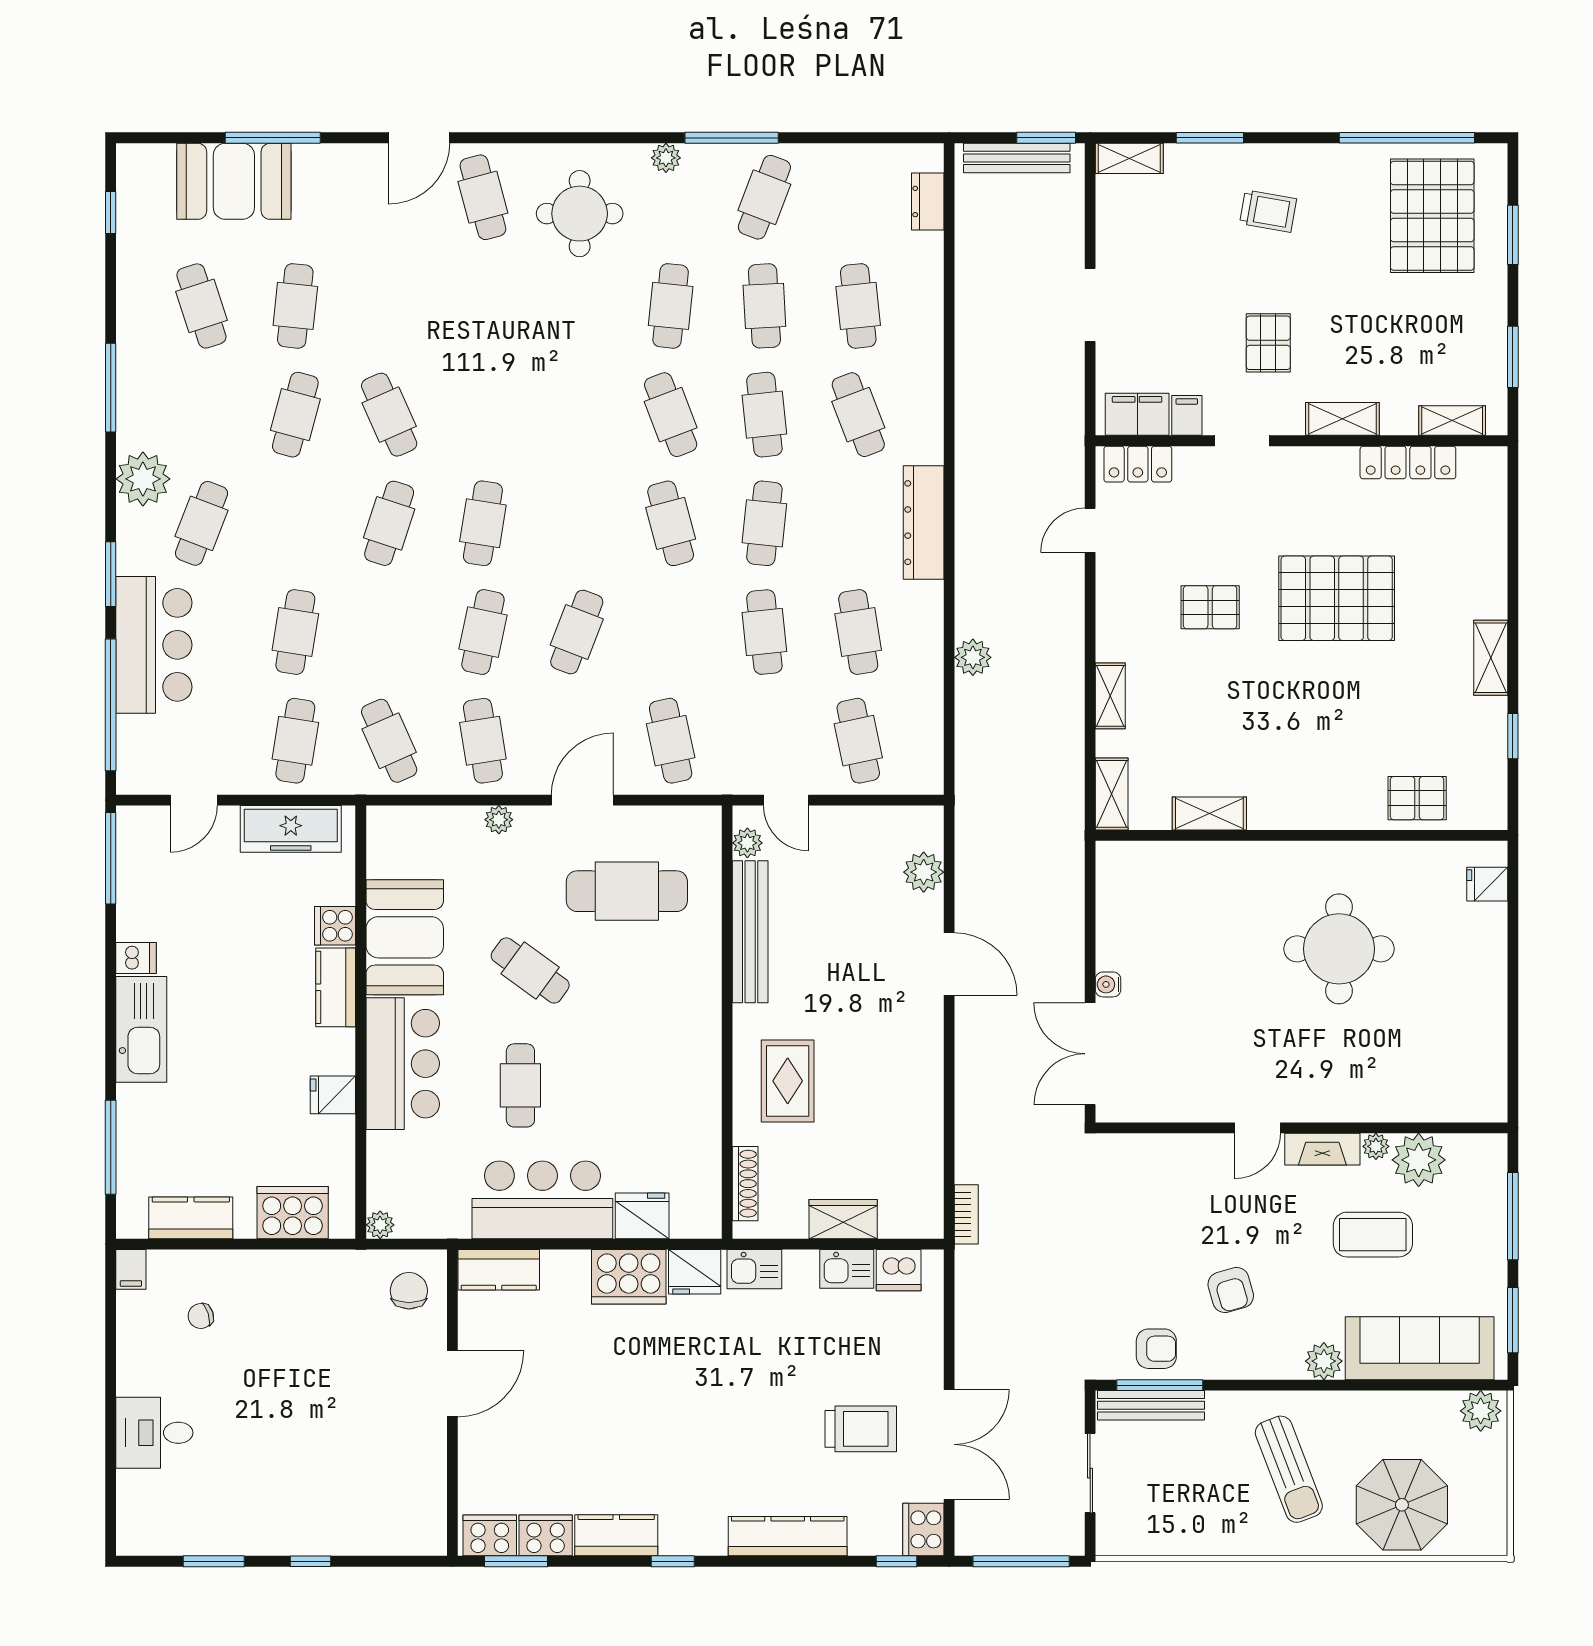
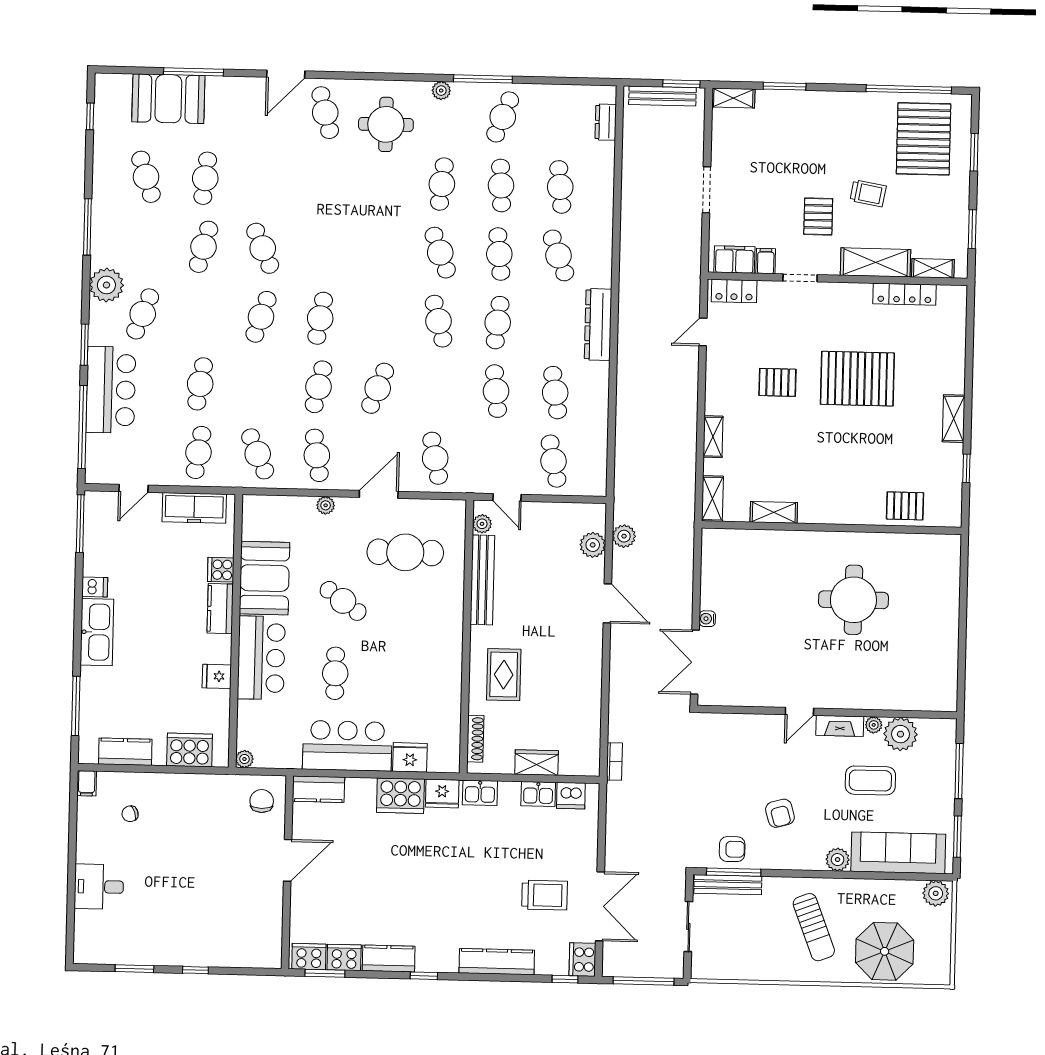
trolley: (1268, 211) -> (868, 193), moved
shelving: (1342, 419) -> (875, 262), width x1.50, depth x1.33
plant: (973, 657) -> (624, 536), moved
fridge: (1487, 884) -> (948, 561), removed

